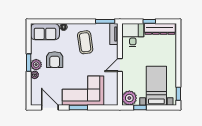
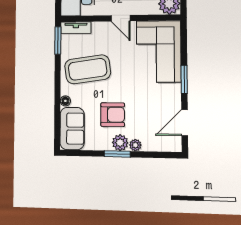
coffee table: (85, 42) -> (88, 69), width x1.36, depth x1.32
corner sofa: (83, 91) -> (159, 51), moved

